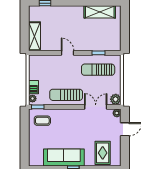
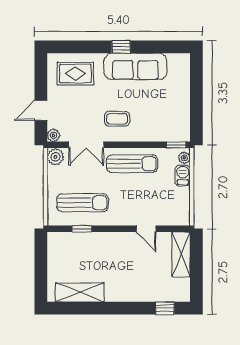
door: (68, 53) -> (146, 229), moved
coffee table: (42, 121) -> (117, 119), moved
rug: (103, 153) -> (75, 74), turned 90

